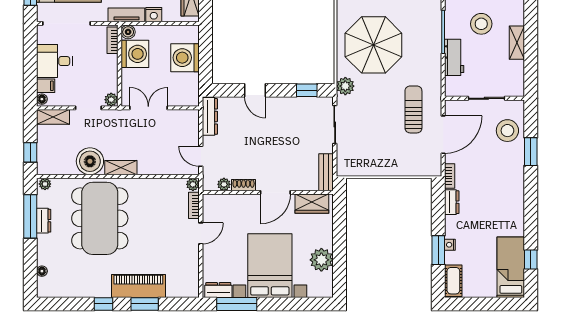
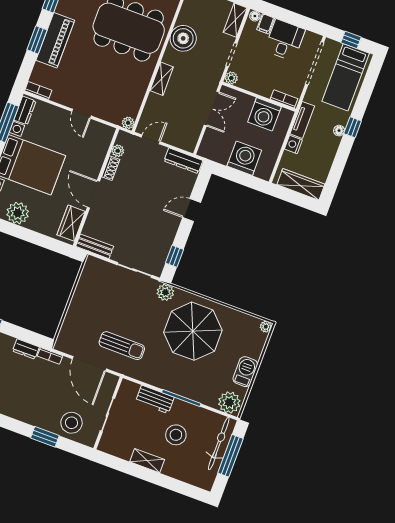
boiler: (128, 32) -> (286, 116), removed
shelving: (121, 168) -> (162, 79), moved
bookcase: (194, 205) -> (38, 91), moved

